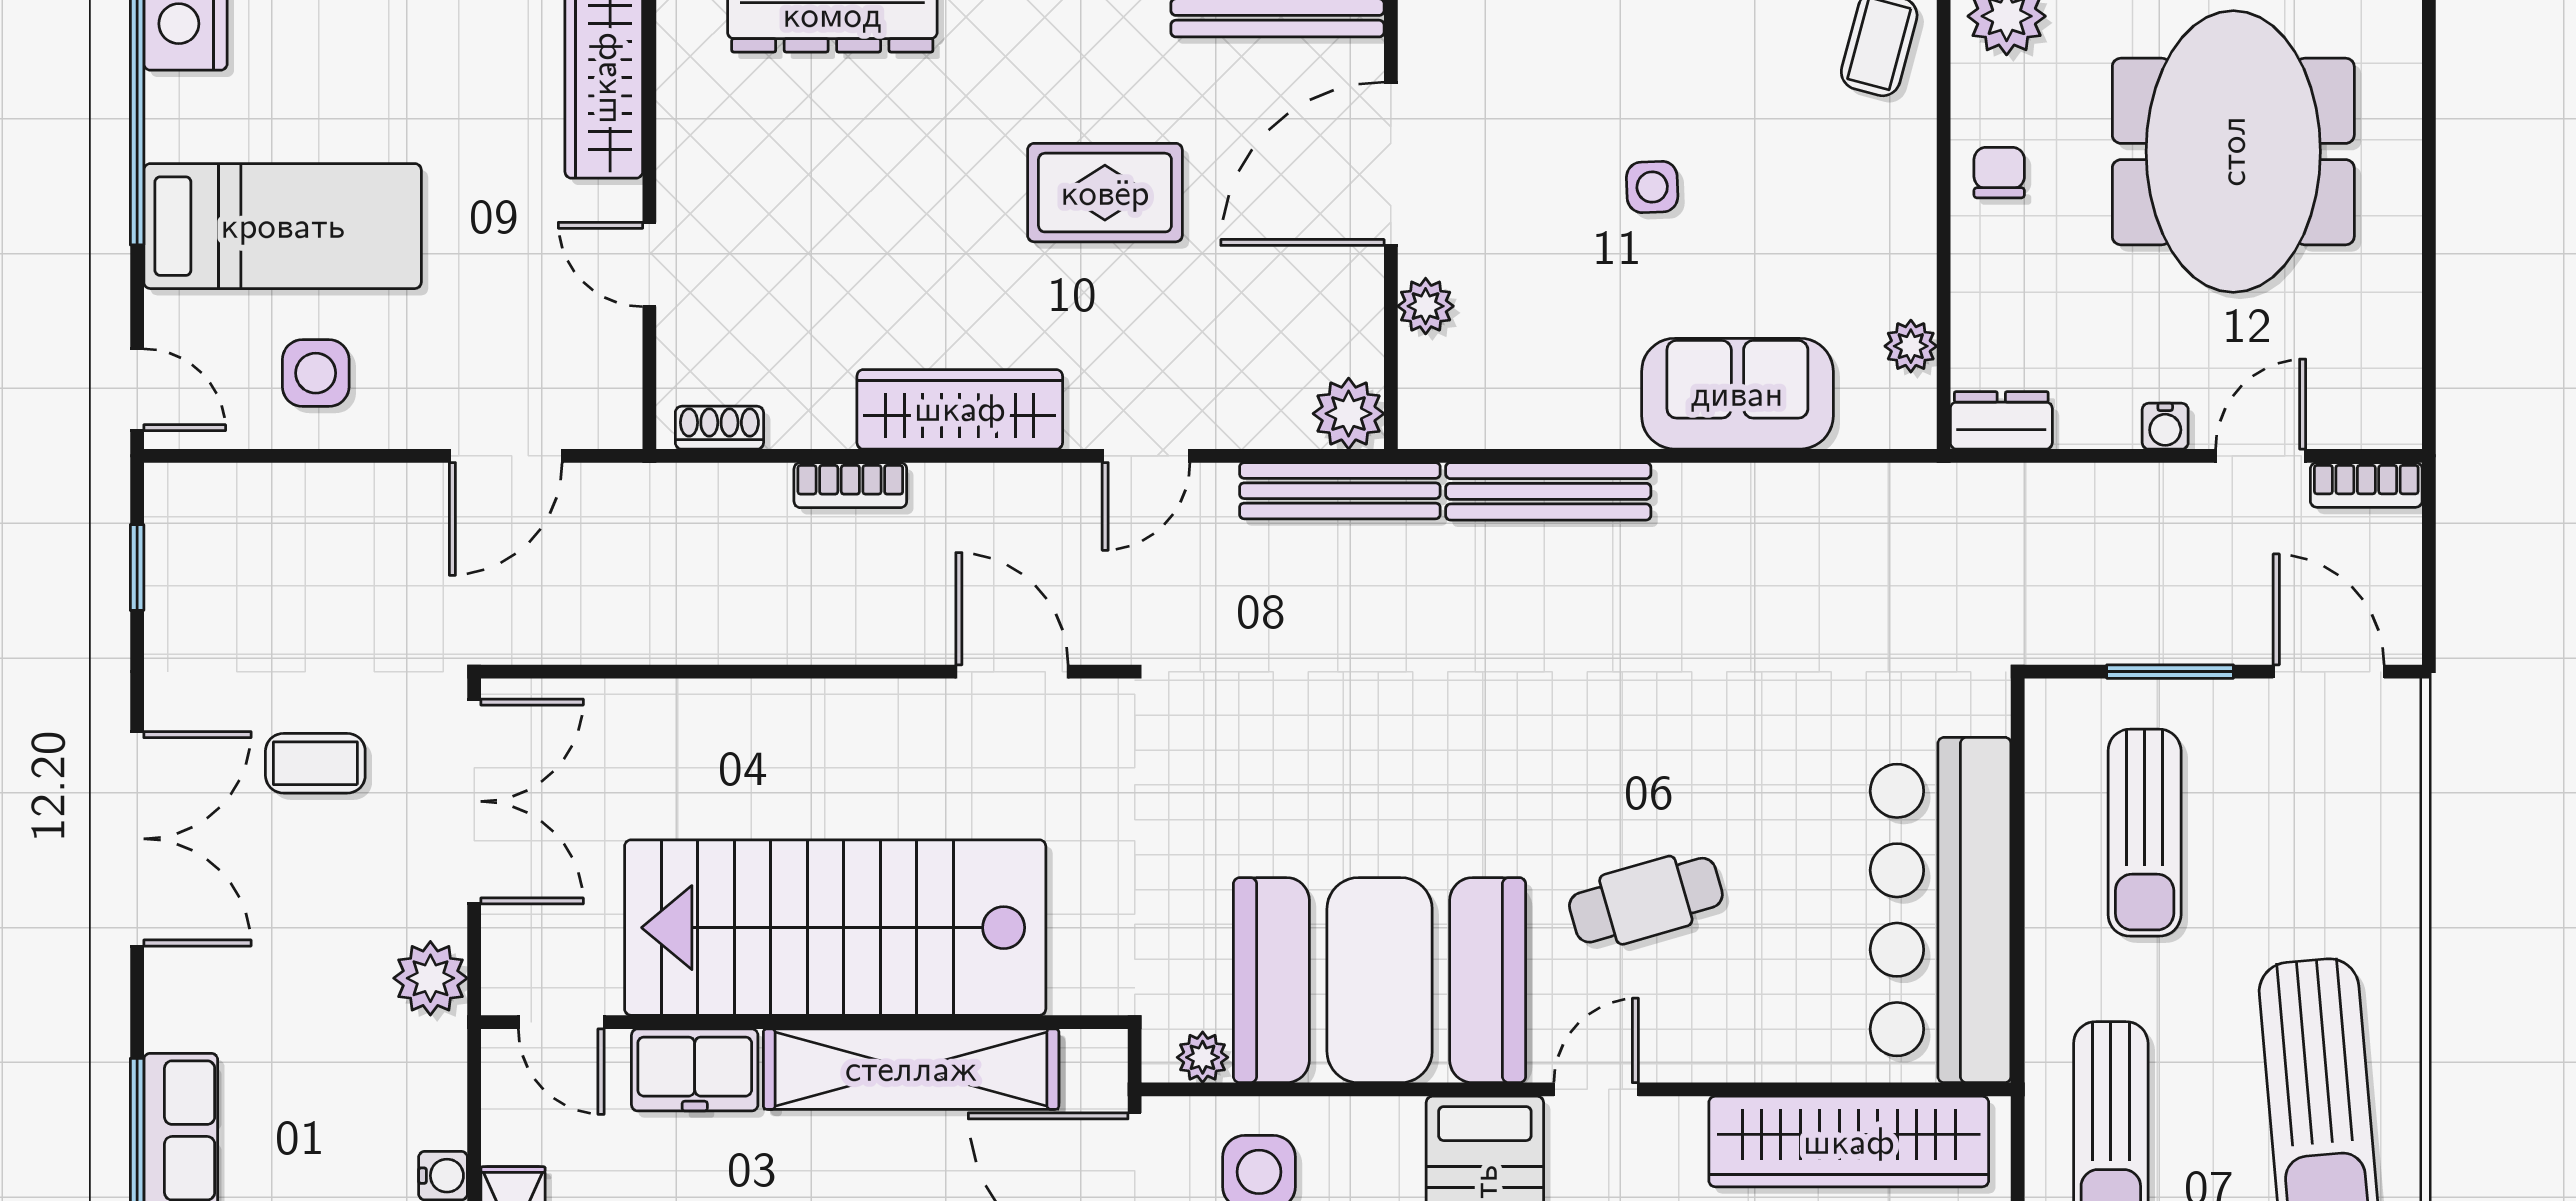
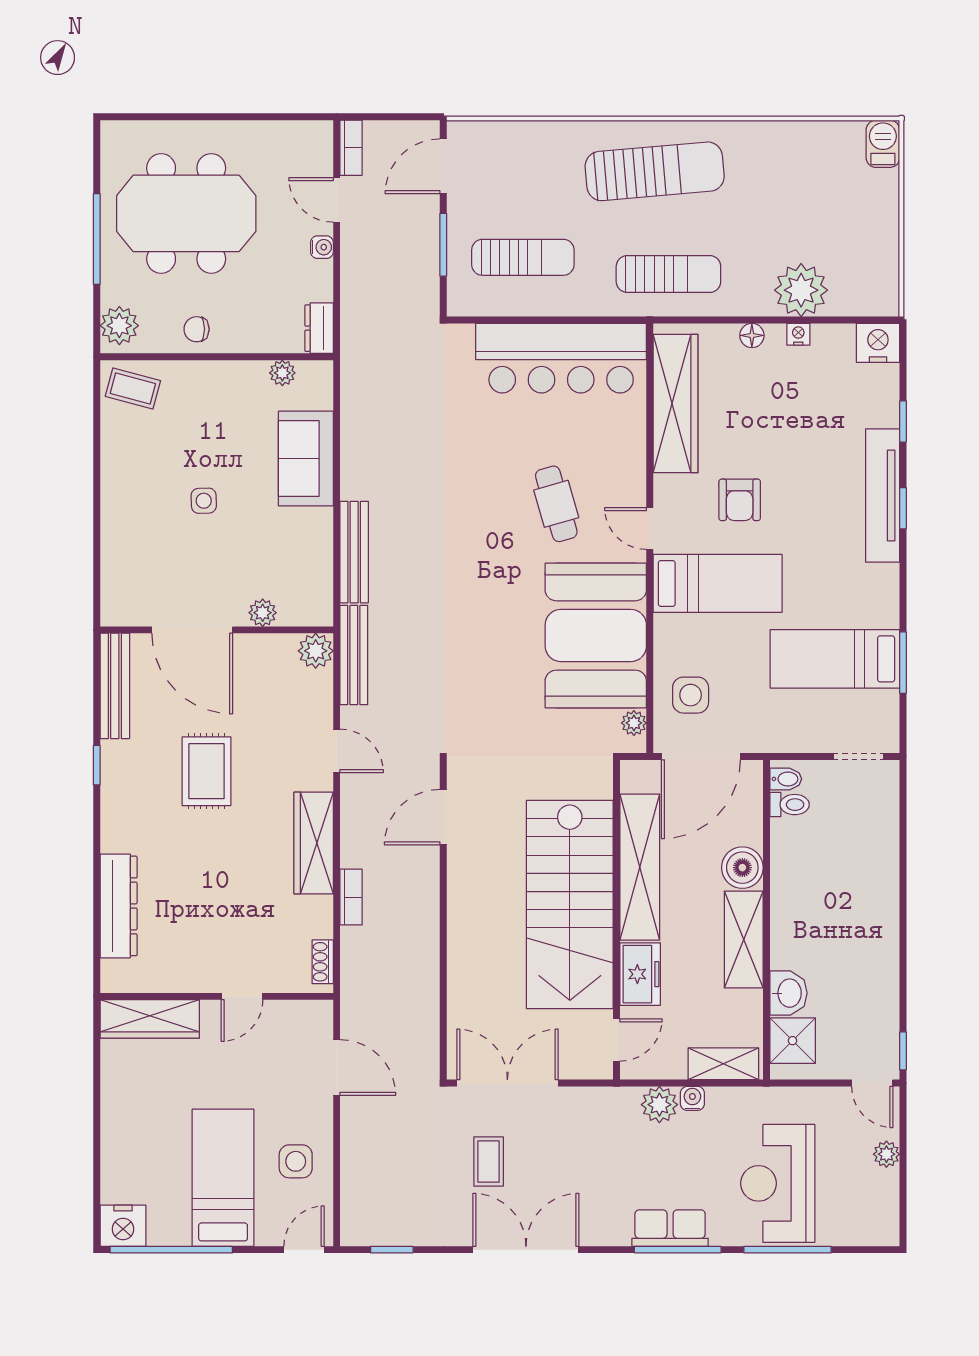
plant: (430, 978) -> (659, 1105), moved

